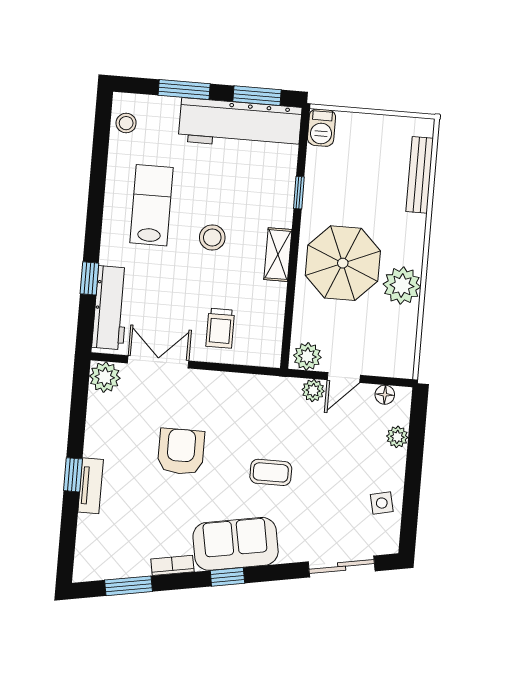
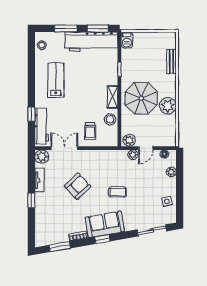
bench: (420, 175) -> (171, 61), width x0.73
stool: (212, 237) -> (110, 119), moved
armchair: (181, 452) -> (78, 186), turned 47
tv unit: (91, 486) -> (39, 180), moved

